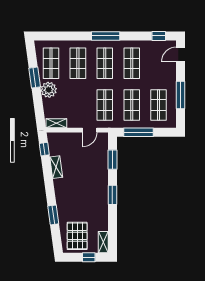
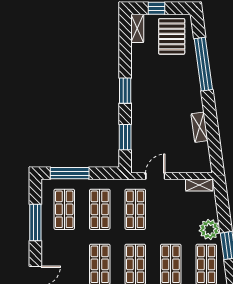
window: (138, 132) -> (70, 173), moved
window: (44, 149) -> (215, 151), removed
window: (53, 215) -> (203, 64), width x2.11

